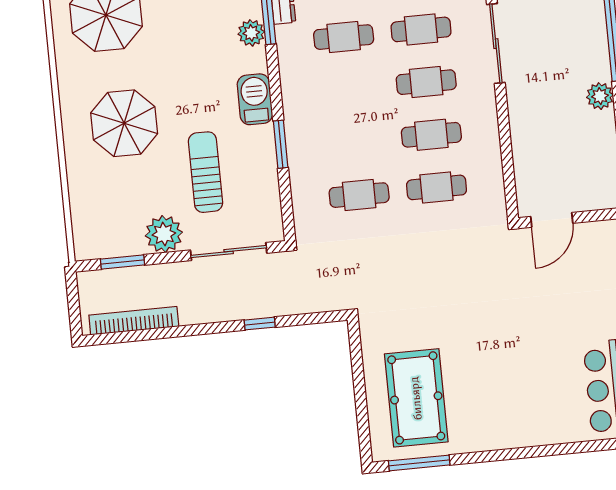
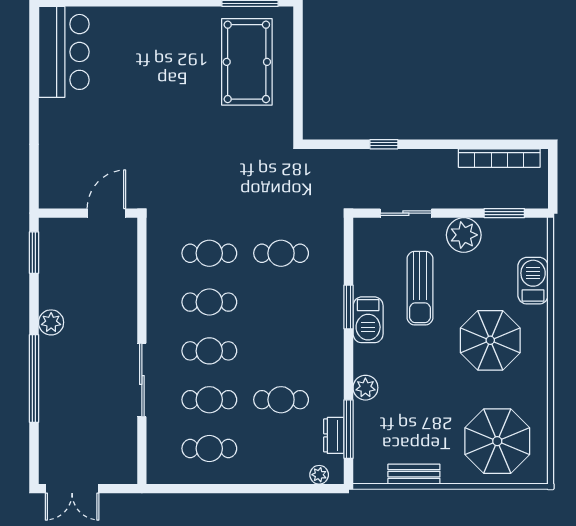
plant: (251, 33) -> (365, 388), moved
barbecue: (255, 99) -> (368, 320), moved
barbecue: (84, 192) -> (533, 281), added
sliding door: (229, 252) -> (406, 213), width x0.73

